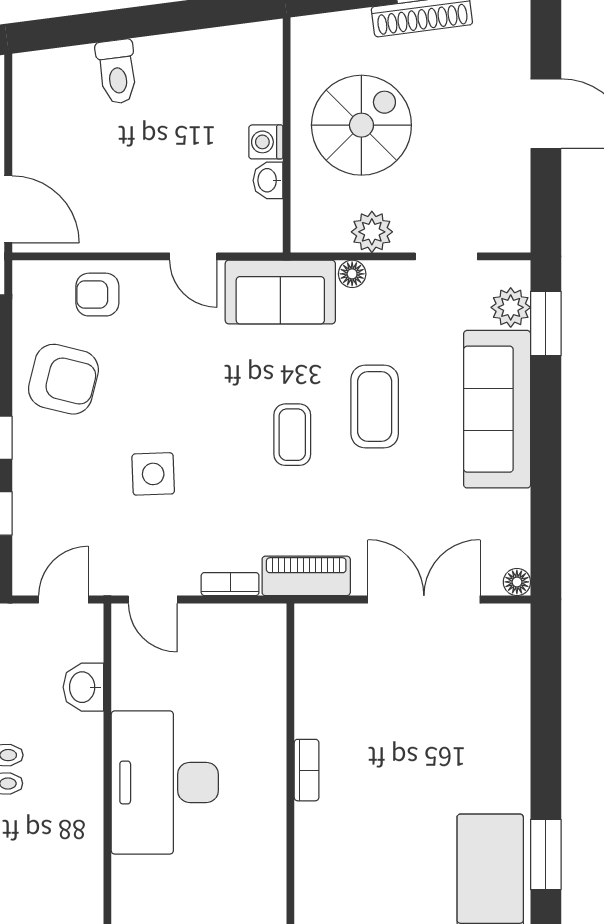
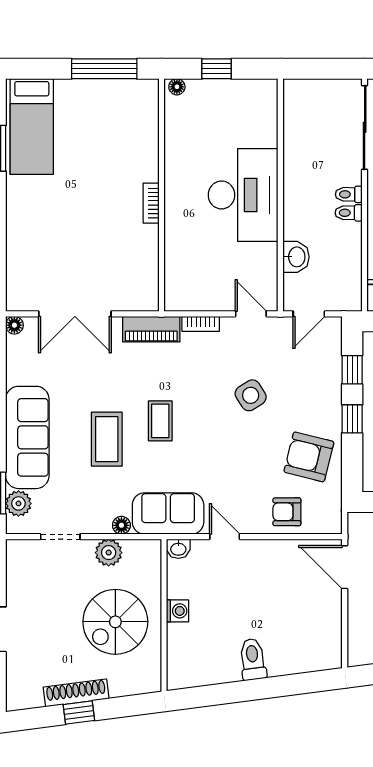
toilet: (117, 72) -> (253, 659), moved
washbasin: (268, 180) -> (178, 549), moved, turned 90
armchair: (97, 295) -> (287, 512), turned 180
side table: (153, 474) -> (251, 395), turned -30

